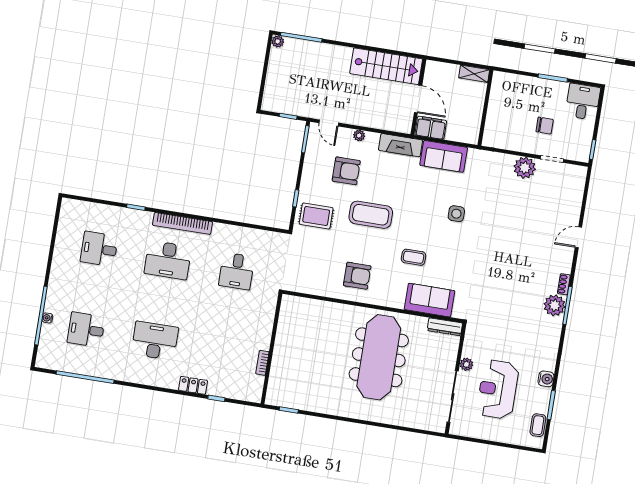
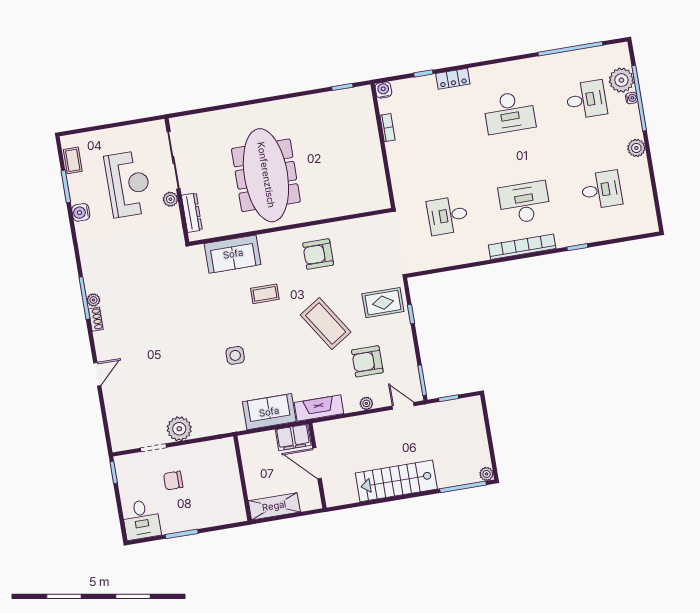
stairs: (386, 66) -> (396, 481), moved
shelving: (474, 74) -> (274, 506), width x1.50, depth x1.33
coffee table: (371, 215) -> (326, 324), turned 57
desk: (237, 271) -> (448, 215), turned -90
plant: (58, 274) -> (636, 148), added
plant: (555, 305) -> (93, 300), width x0.53, depth x0.53
dresser: (445, 327) -> (192, 213), moved, turned 90
plant: (51, 336) -> (621, 80), added
water cooler: (255, 396) -> (383, 90), added

